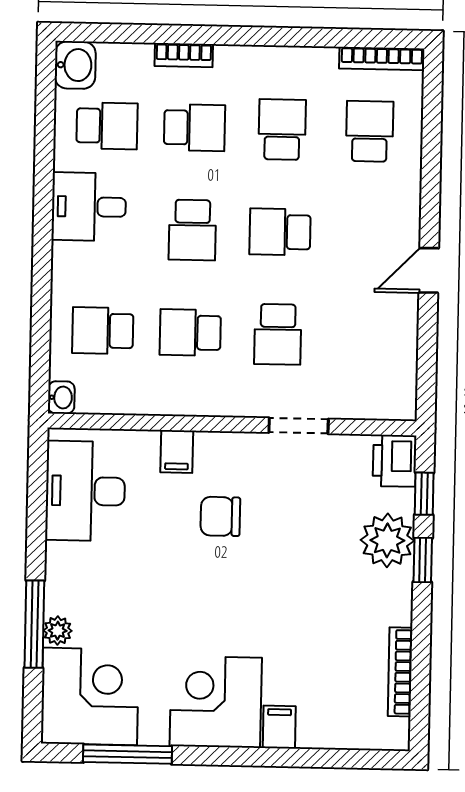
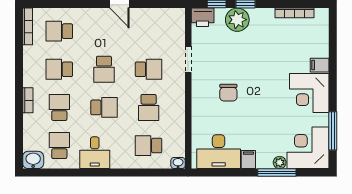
bookcase: (184, 55) -> (28, 100), moved
school desk: (103, 331) -> (149, 146), turned 90
filing cabinet: (177, 452) -> (248, 160), moved, turned -90

